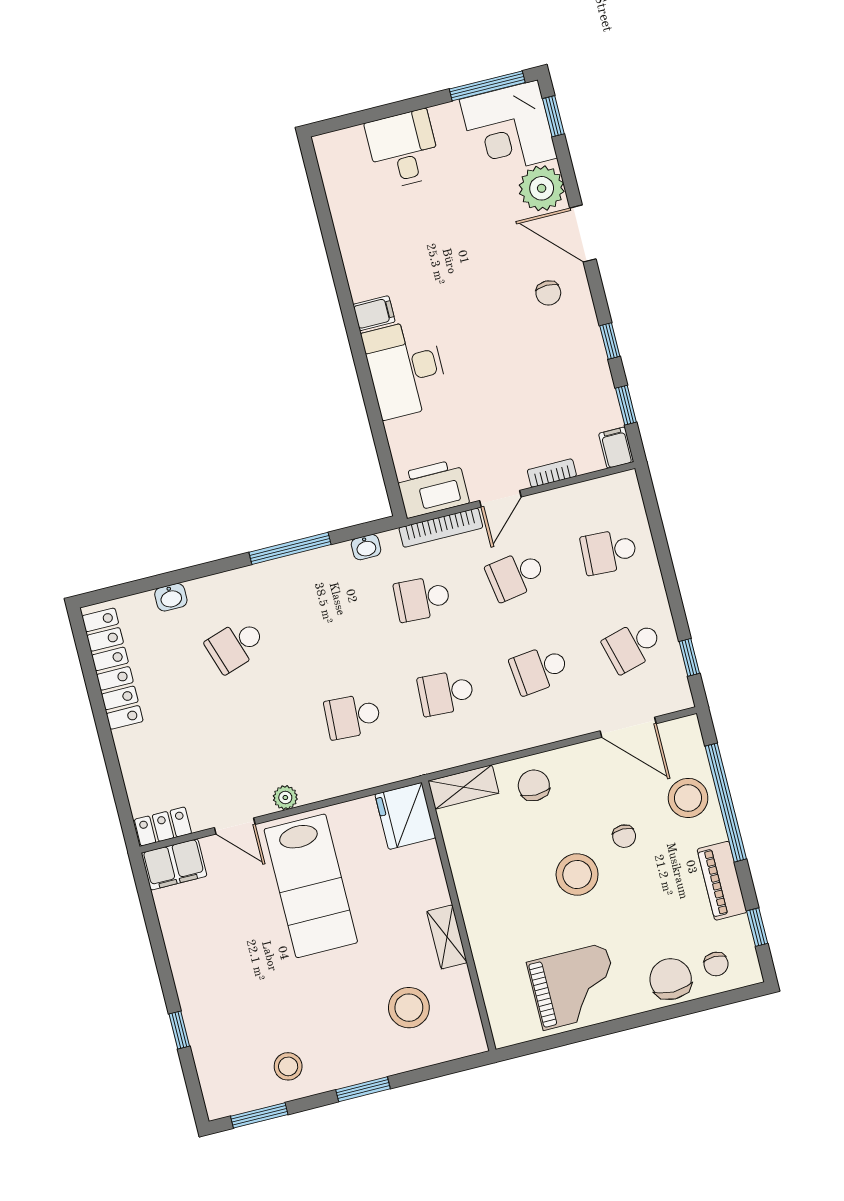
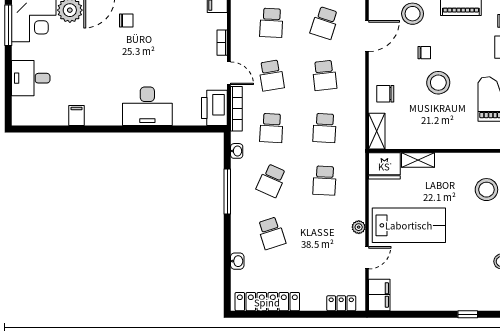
filing cabinet: (374, 313) -> (77, 116), moved
school desk: (329, 622) -> (271, 181), added
school desk: (633, 646) -> (325, 23), turned 33
locker: (163, 826) -> (341, 303), moved, turned 90
shelving: (447, 937) -> (418, 160), moved

